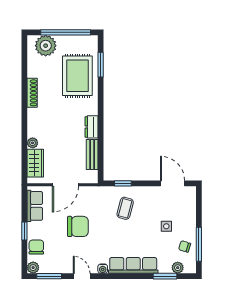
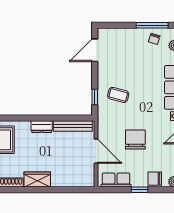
plant: (33, 143) -> (57, 182), removed
bench: (92, 154) -> (73, 126), width x1.36
wardrobe: (35, 163) -> (37, 180), moved
side table: (166, 226) -> (135, 56), removed

